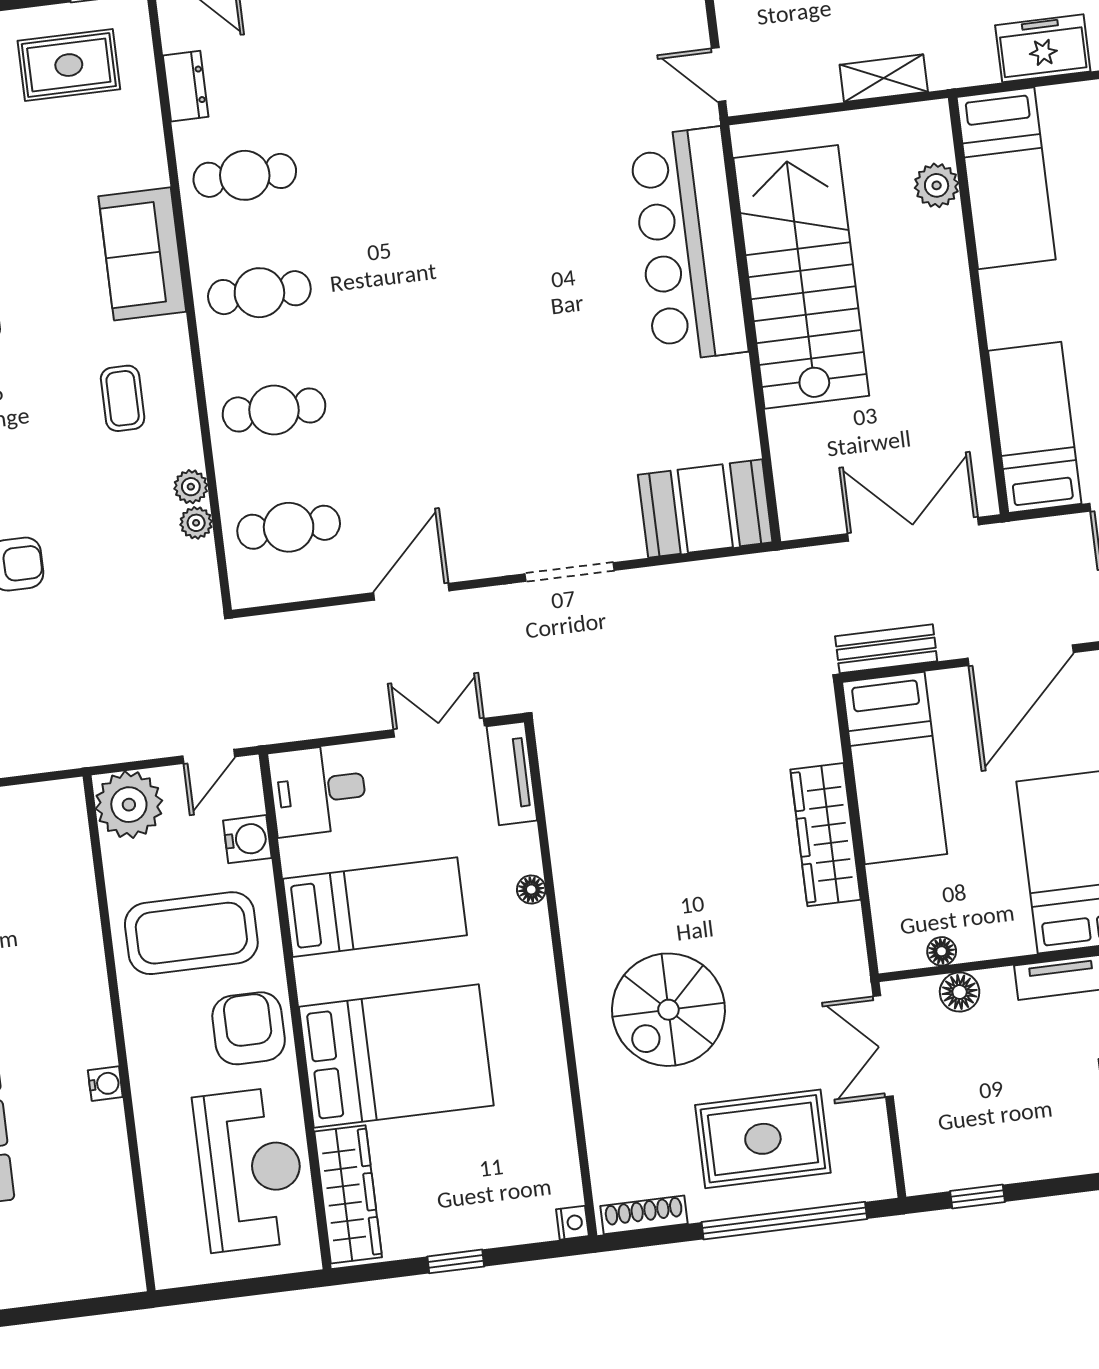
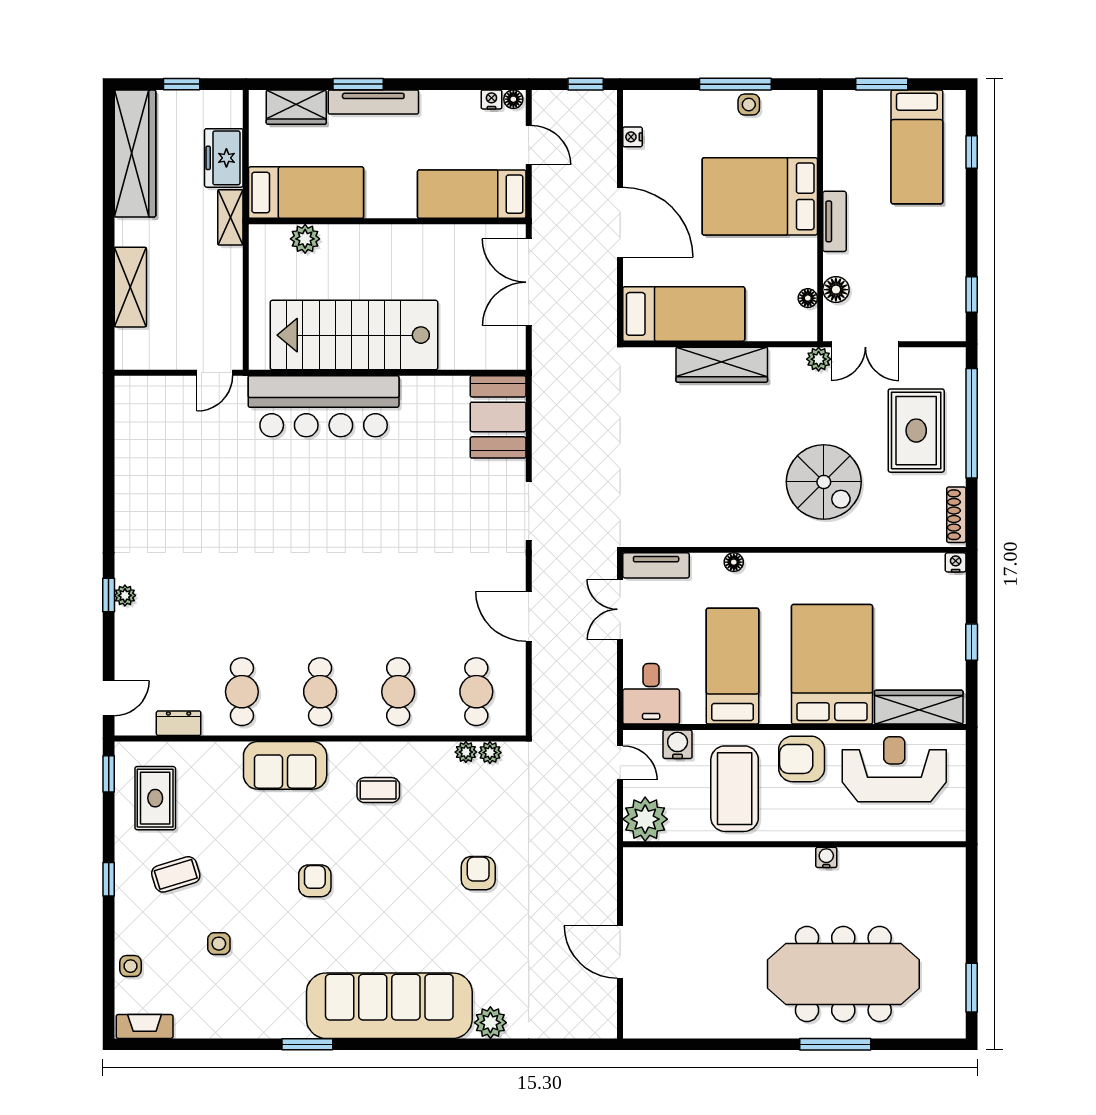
shelving: (884, 78) -> (230, 217), moved
plant: (191, 487) -> (490, 753), moved
bench: (886, 649) -> (605, 310), removed
plant: (852, 979) -> (819, 359), added

